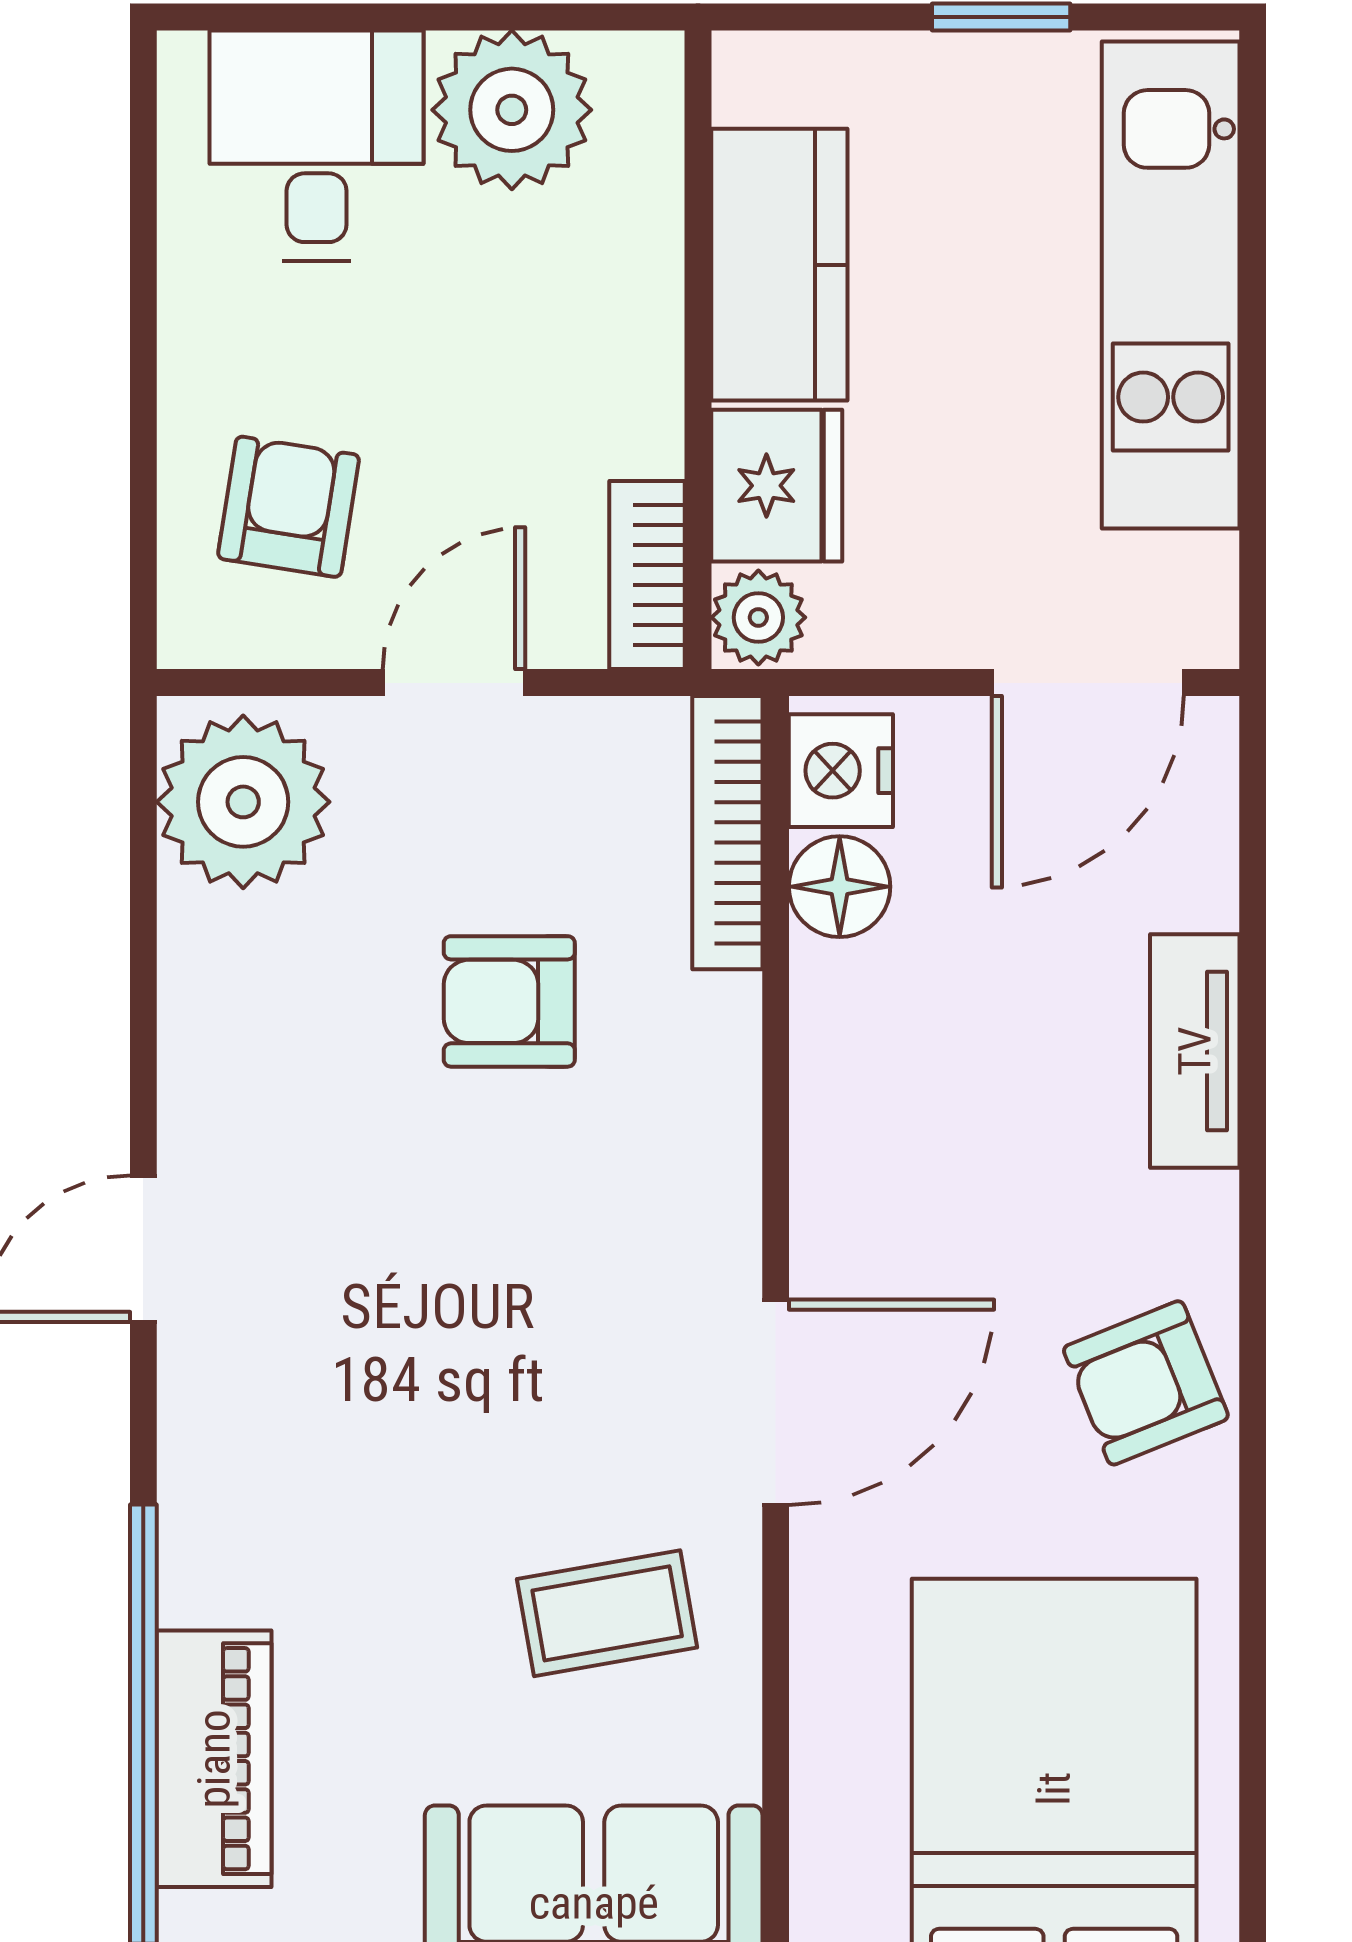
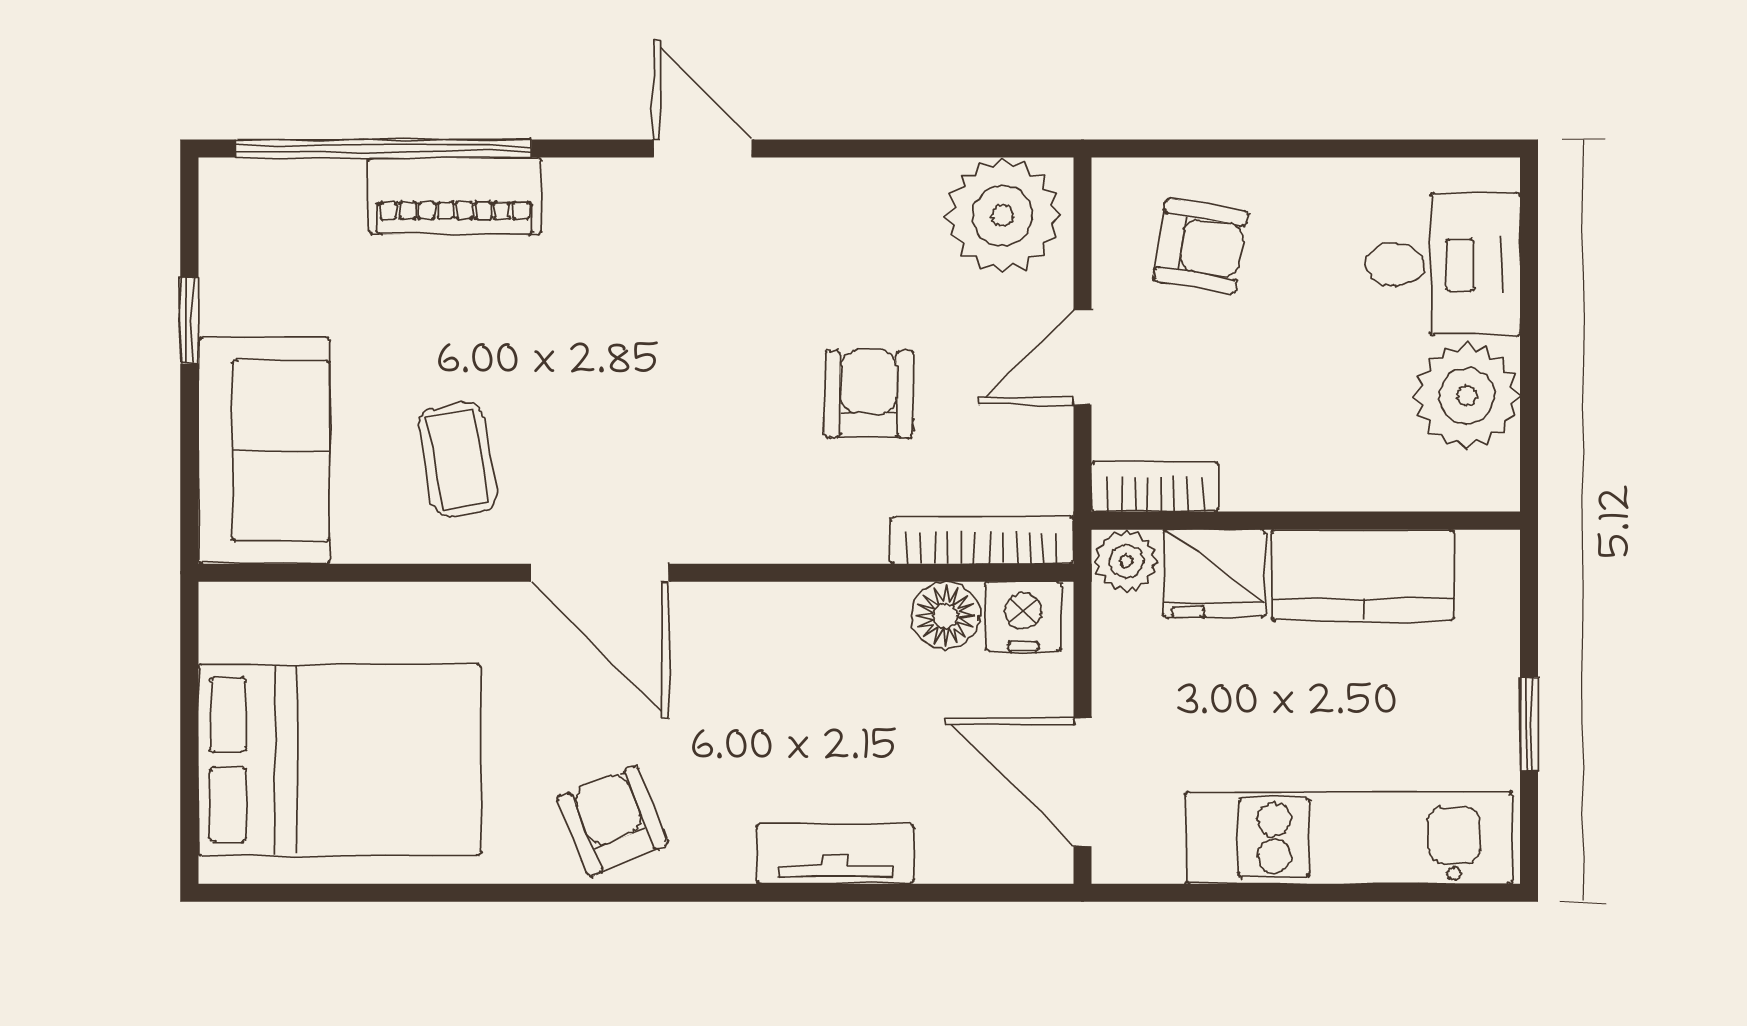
door: (454, 683) -> (1083, 357), swing flipped
piano: (214, 1759) -> (455, 196), moved

